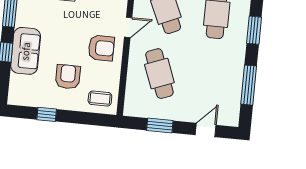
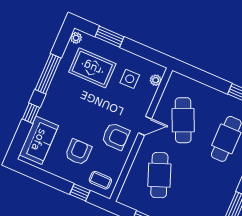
sofa: (26, 51) -> (39, 140), moved
window: (47, 114) -> (80, 192), moved

